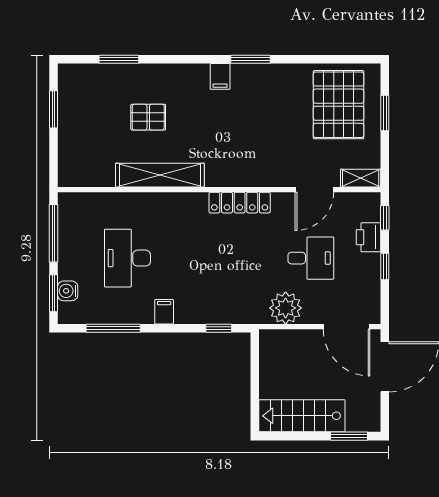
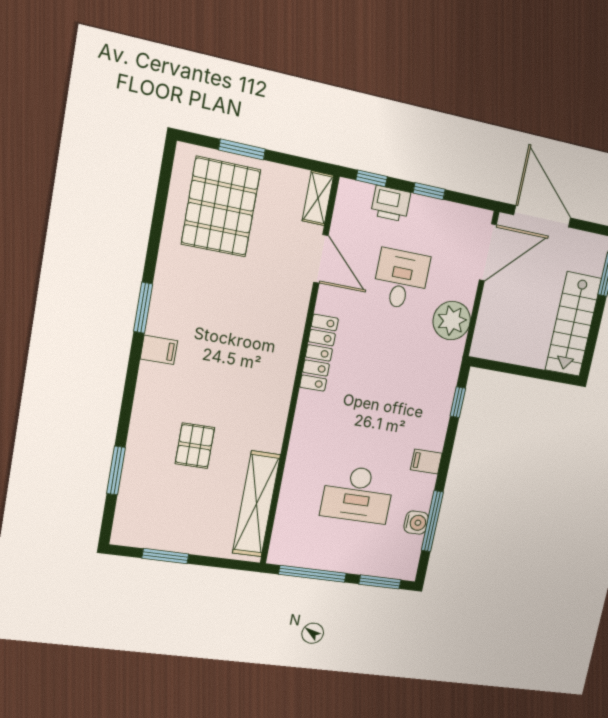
pallet: (339, 105) -> (221, 207), turned 90
shelving: (160, 175) -> (256, 504), moved
water cooler: (68, 291) -> (416, 523), moved, turned -90

